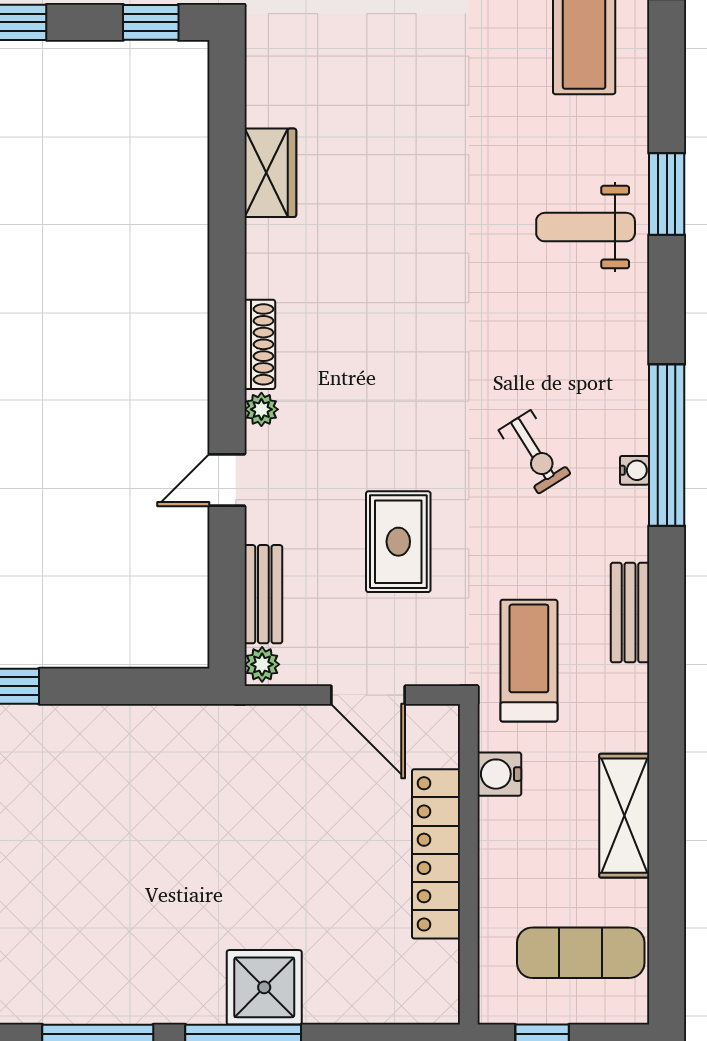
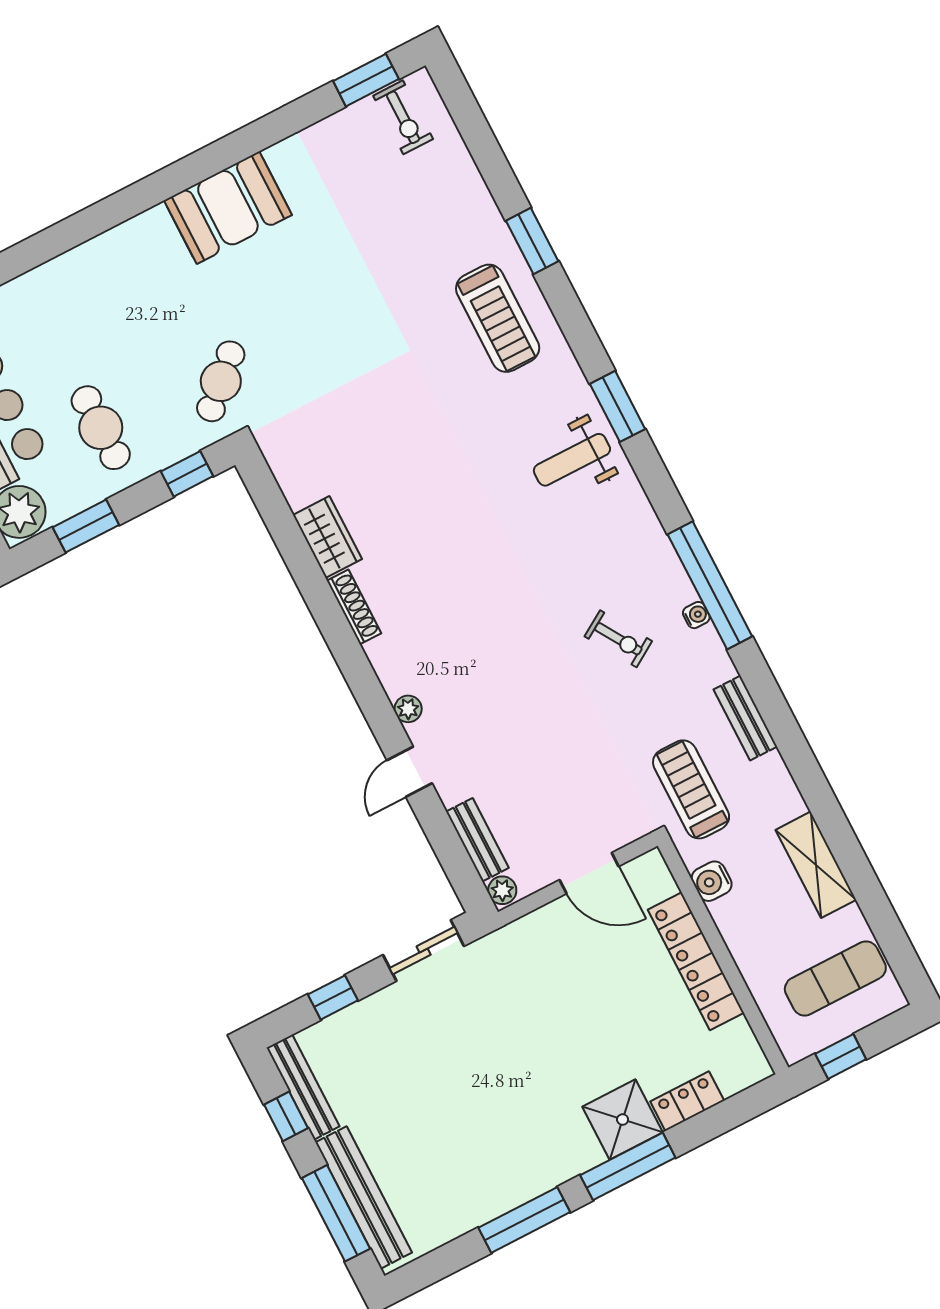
shoe rack: (260, 344) -> (354, 607), moved
rug: (398, 542) -> (554, 753), removed
sliding door: (140, 686) -> (424, 951), added
locker: (346, 1004) -> (687, 1101), added

